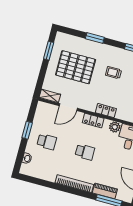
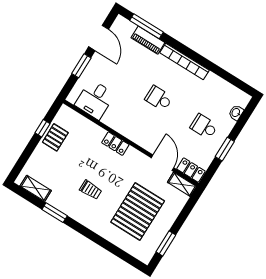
window: (95, 38) -> (101, 242), removed
pallet: (76, 67) -> (138, 212), turned 90
door: (68, 107) -> (162, 163), hinge flipped
locker: (93, 121) -> (191, 170), moved
plant: (115, 127) -> (110, 119), removed

